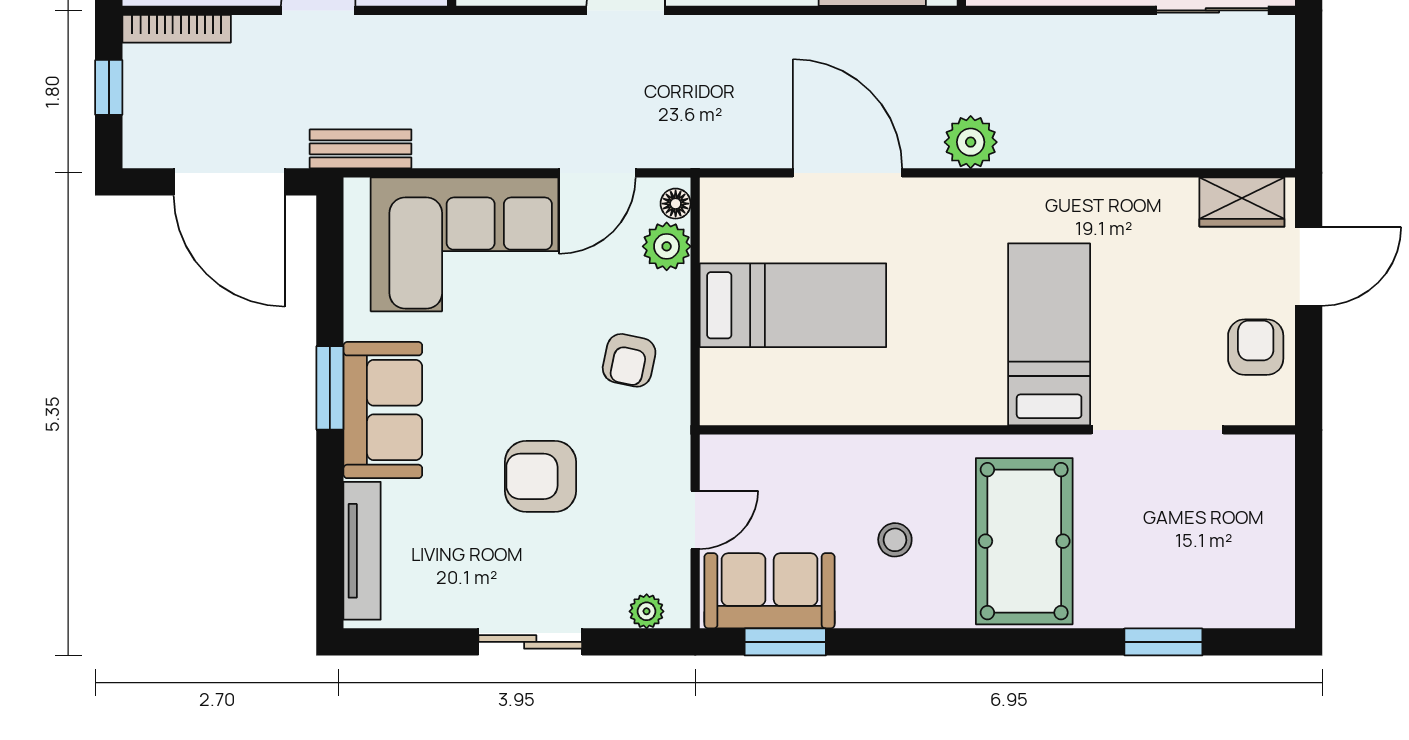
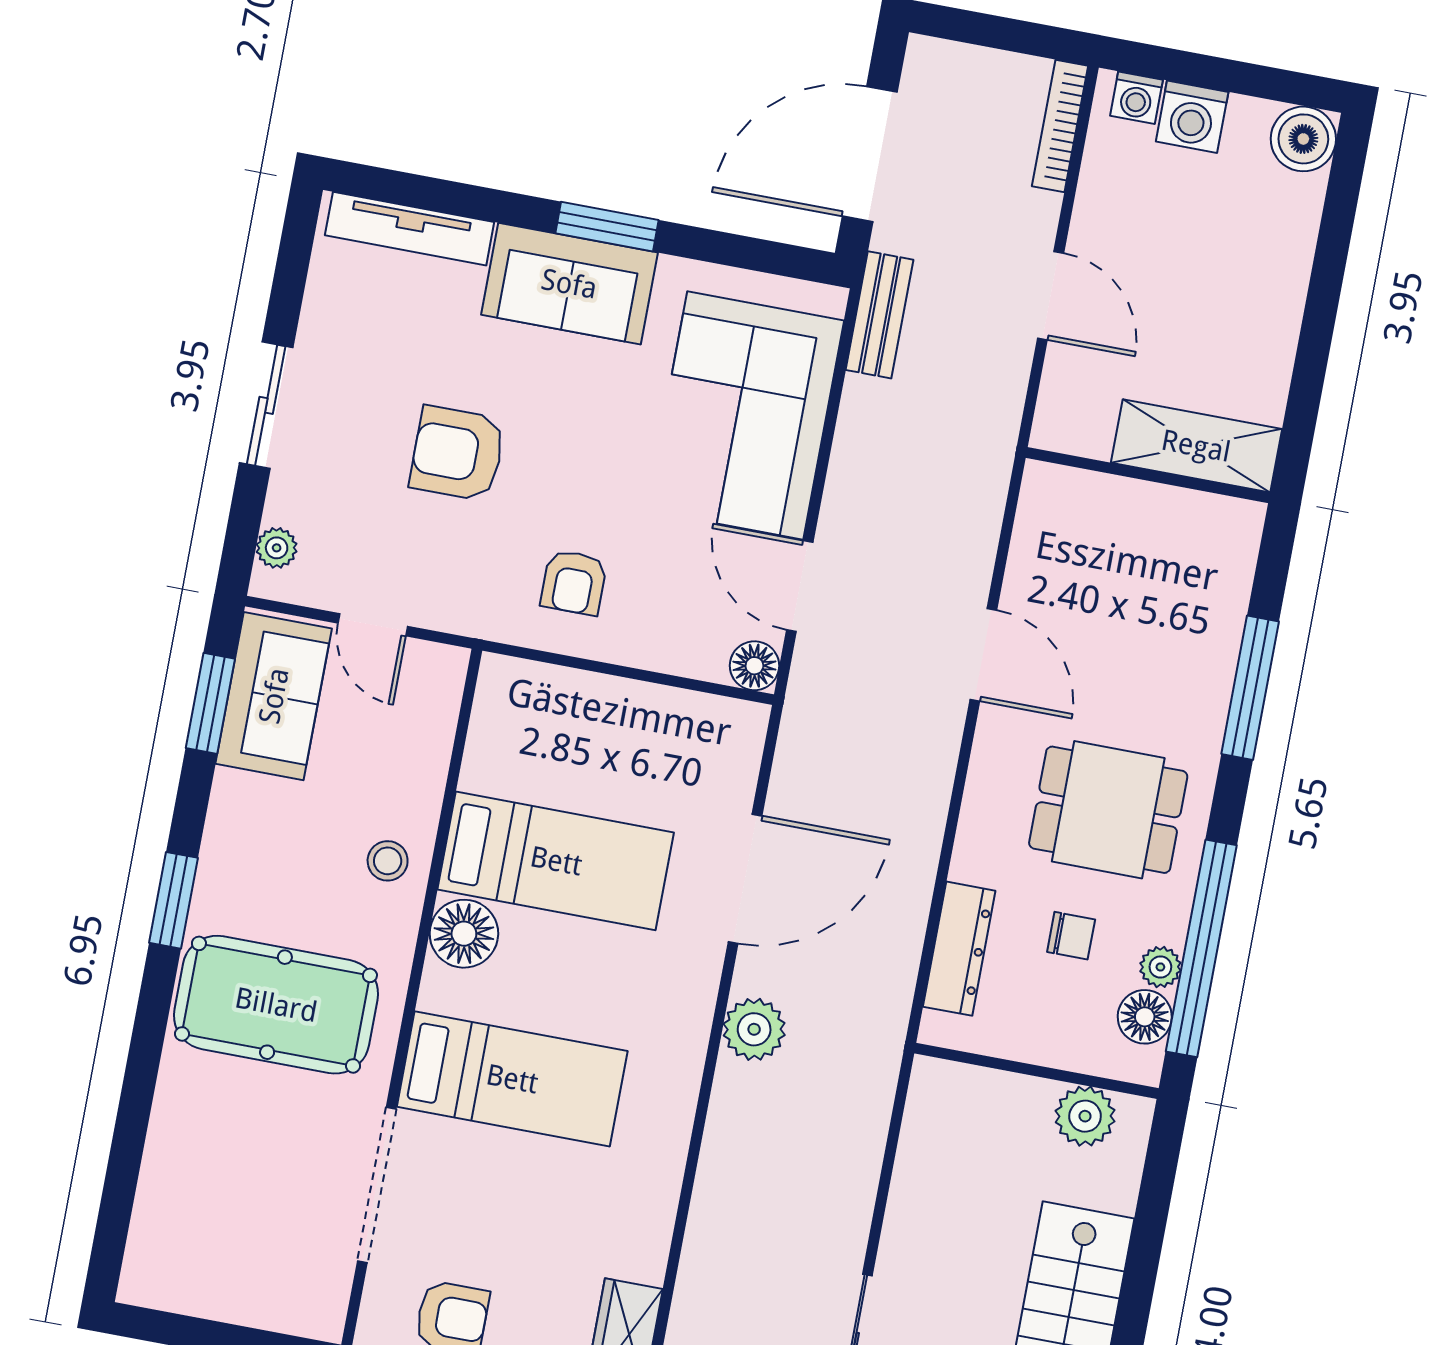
window: (109, 87) -> (1006, 34), removed
floor lamp: (676, 204) -> (754, 666), width x1.37, depth x1.37
plant: (667, 246) -> (699, 651), removed
bed: (793, 305) -> (556, 861), moved, turned -90
armchair: (629, 360) -> (574, 582), turned -102
floor lamp: (936, 397) -> (464, 934), added
armchair: (540, 476) -> (457, 453), turned -90
stool: (895, 540) -> (388, 861), moved
window: (1163, 642) -> (174, 900), moved

